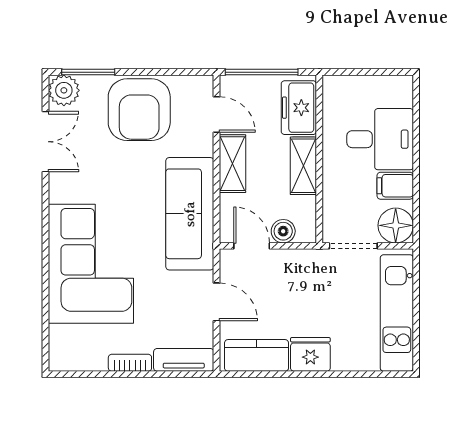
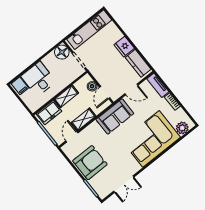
plant: (64, 90) -> (182, 128), moved
double door: (46, 142) -> (124, 184), swing flipped
filing cabinet: (395, 186) -> (20, 86), moved
sofa: (190, 214) -> (115, 116), width x0.73
door: (217, 302) -> (131, 89), swing flipped

